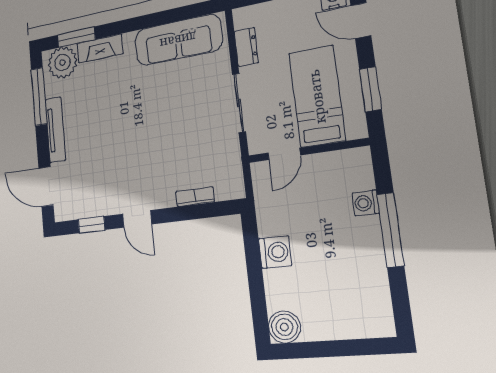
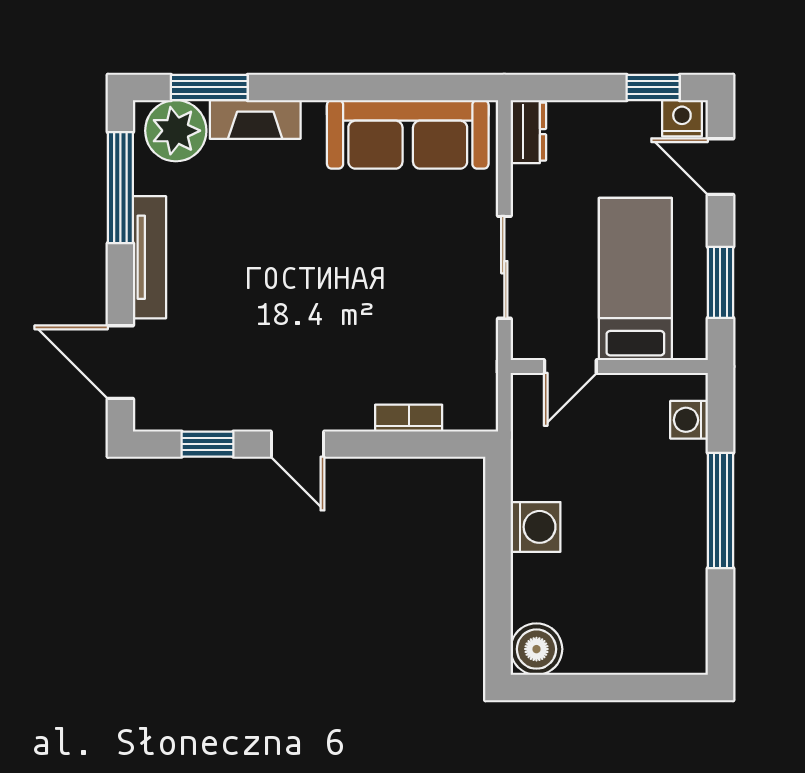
dresser: (246, 47) -> (528, 132), moved
washing machine: (366, 203) -> (689, 420), moved

